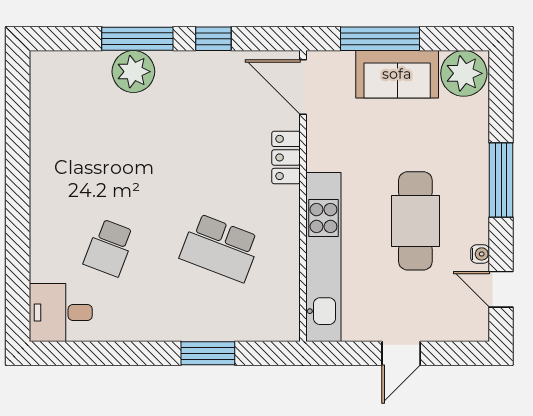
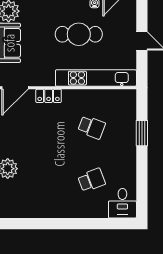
school desk: (109, 248) -> (92, 180), turned -42
school desk: (220, 248) -> (92, 127), width x0.54

